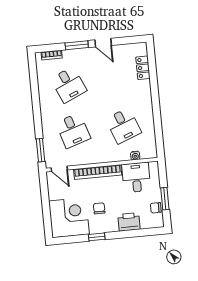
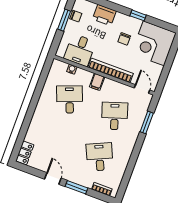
locker: (143, 68) -> (25, 153), moved
window: (41, 150) -> (147, 122), moved
filing cabinet: (105, 155) -> (97, 82), added

